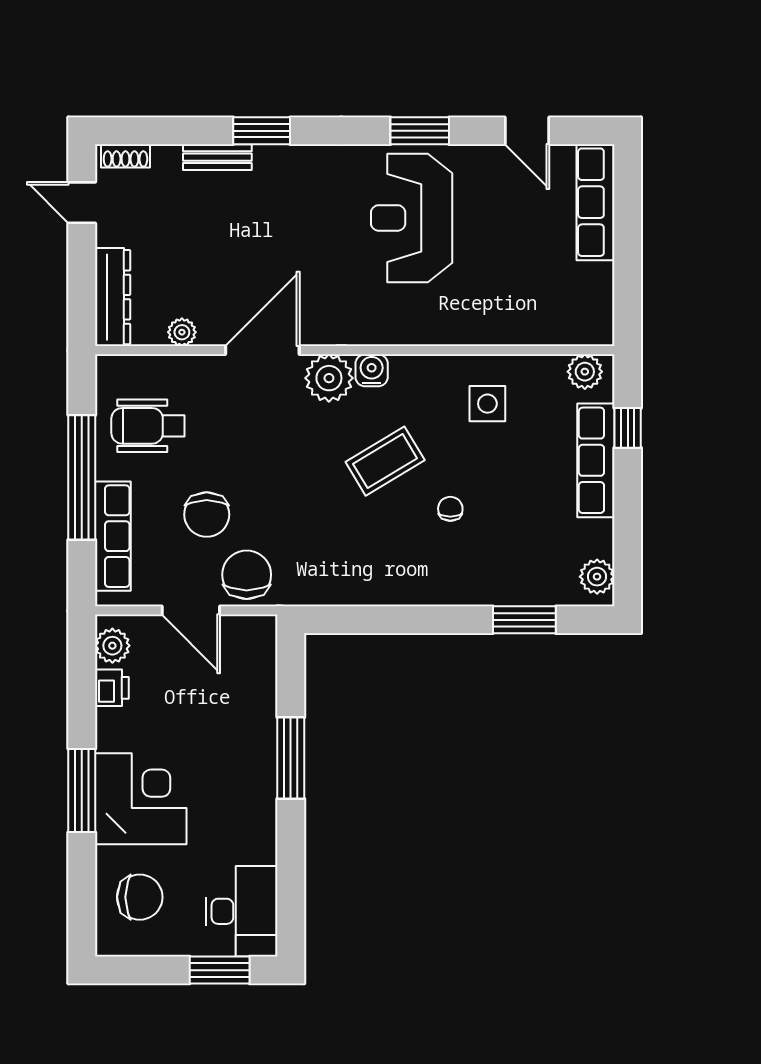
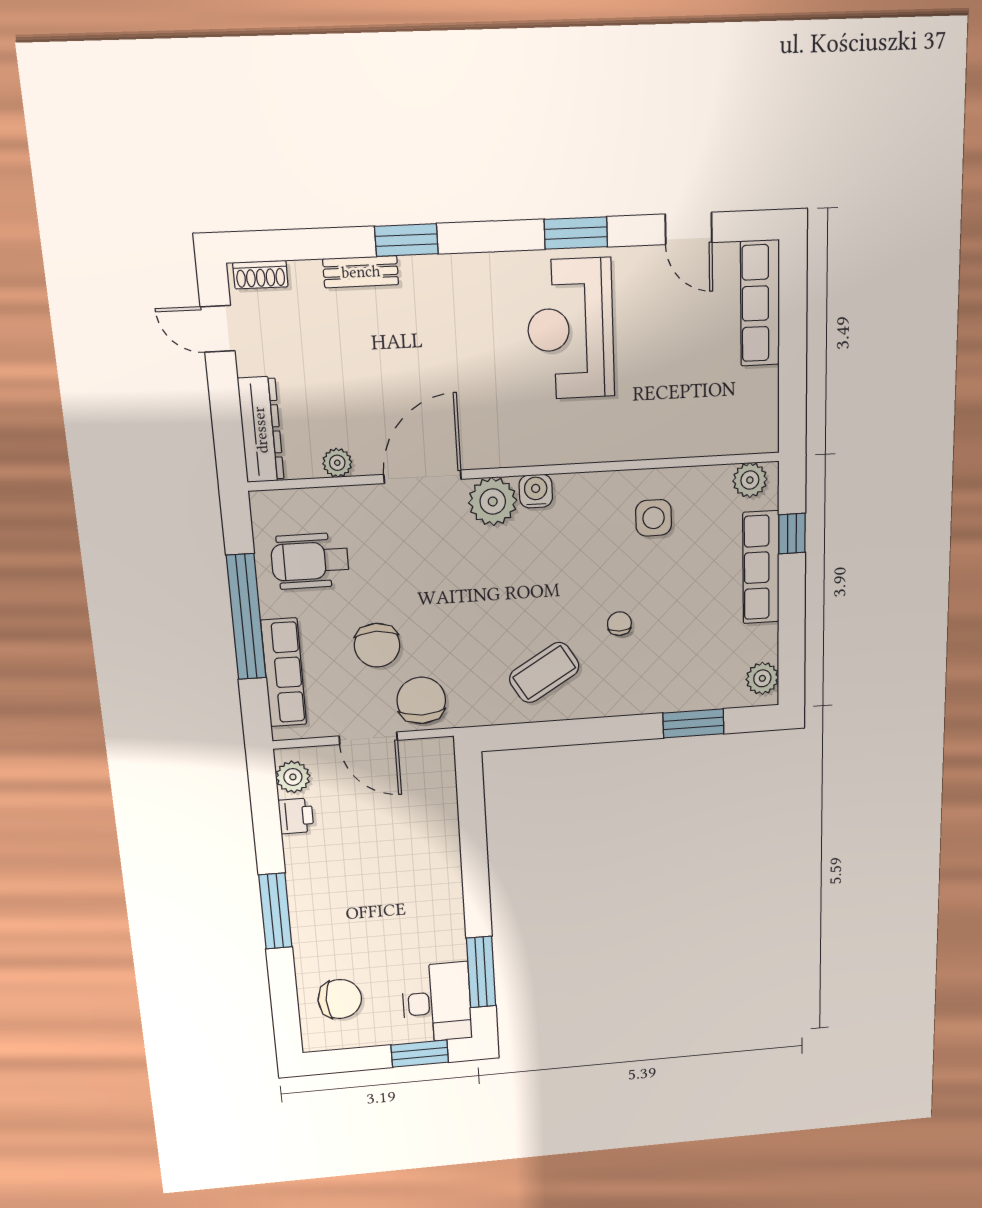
coffee table: (385, 461) -> (544, 673), moved
window: (291, 758) -> (481, 972), moved
corner desk: (141, 799) -> (333, 914), removed

